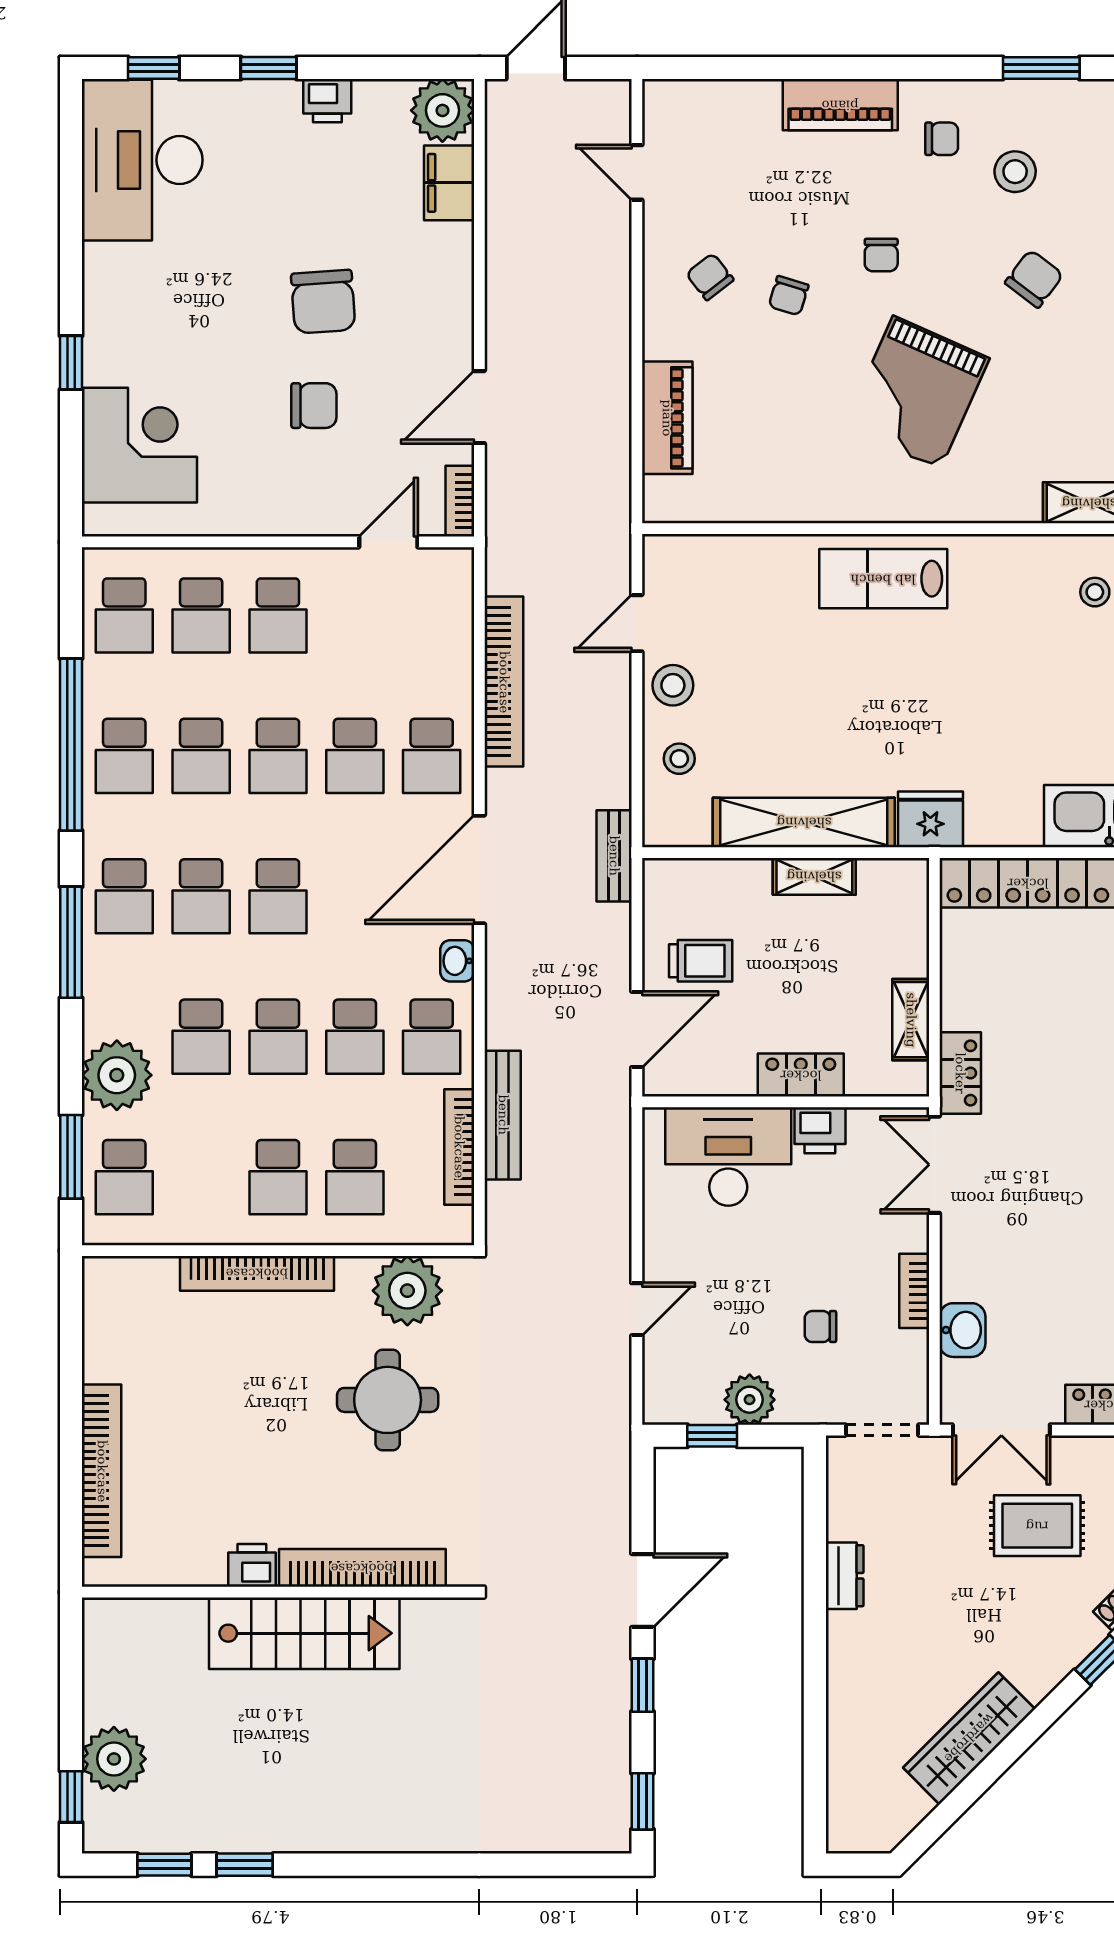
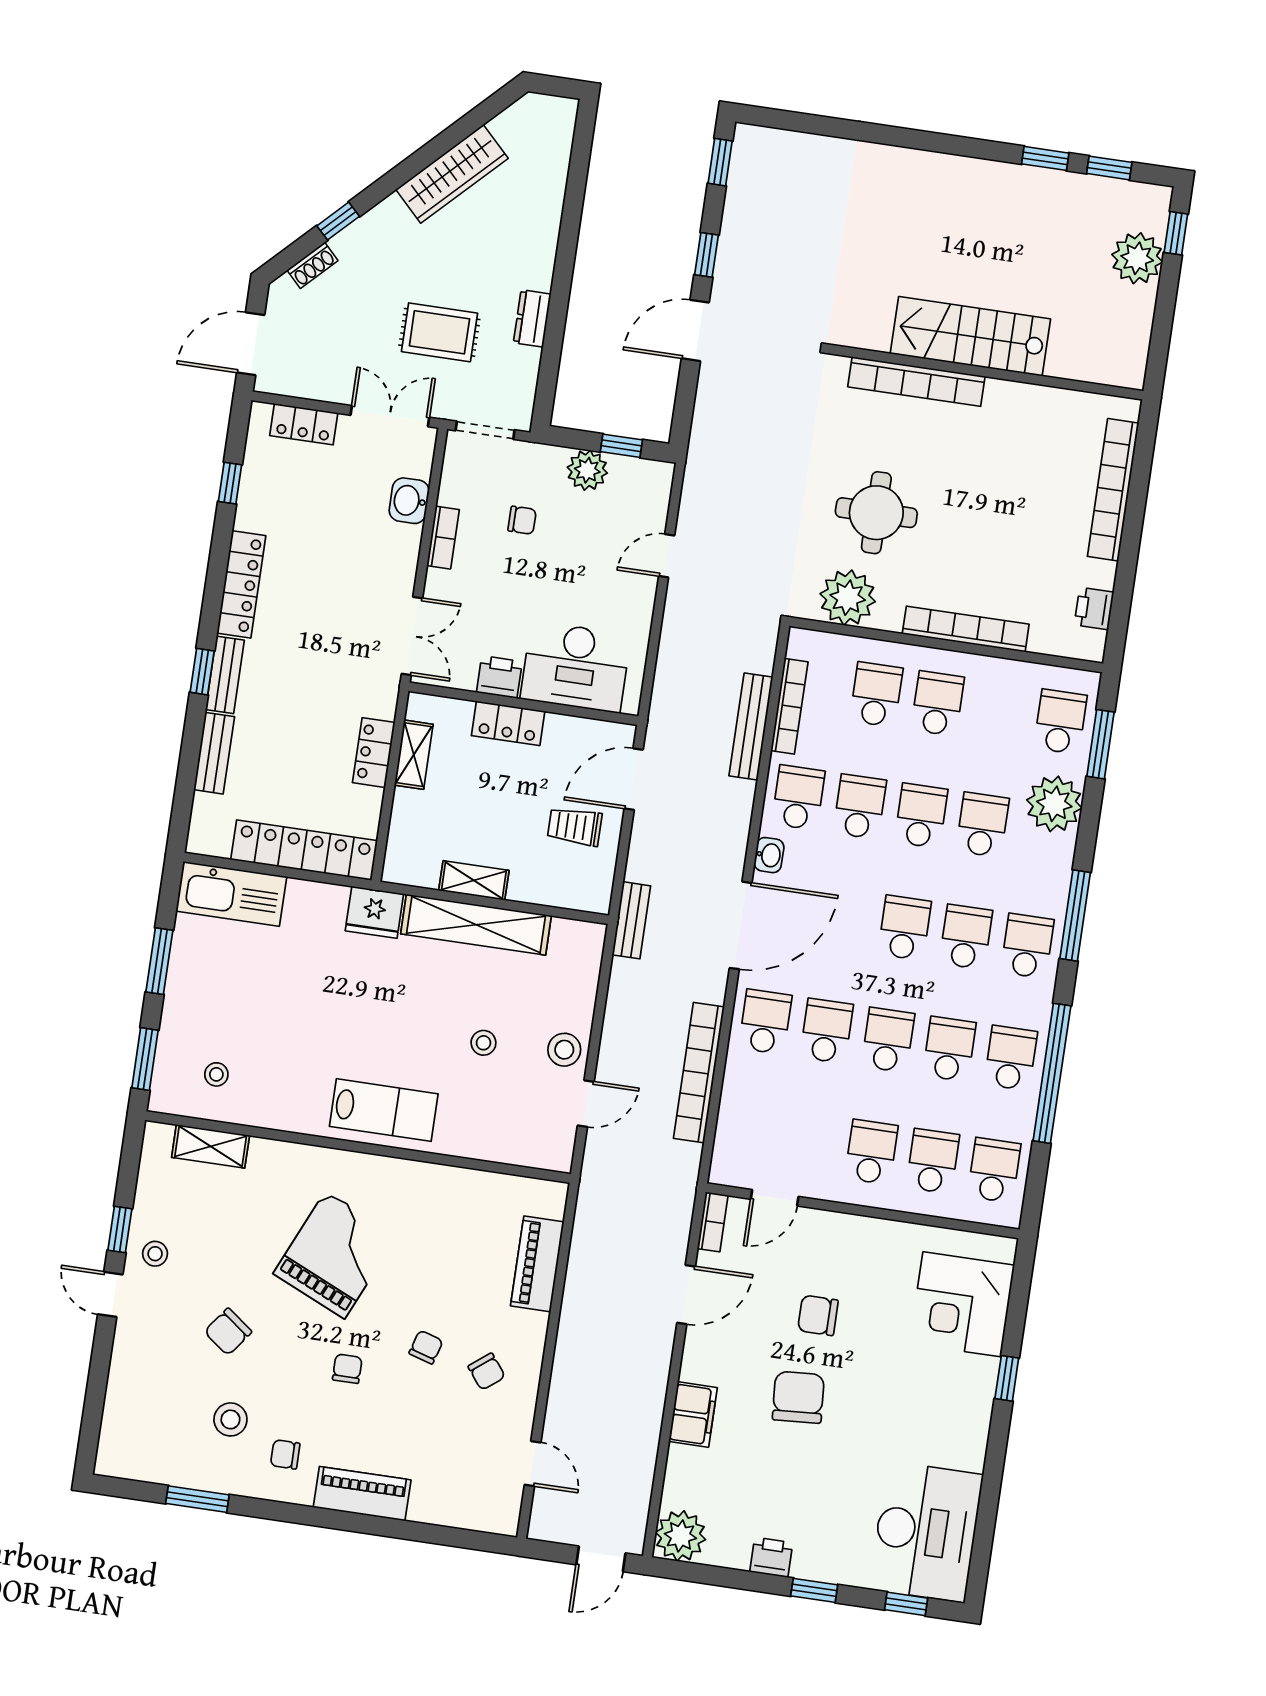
filing cabinet: (449, 183) -> (693, 1415), moved
stool: (679, 759) -> (483, 1043), moved
locker: (960, 1073) -> (374, 753), moved
rug: (1037, 1526) -> (439, 332), moved
printer: (252, 1565) -> (1094, 609), moved, turned 90

